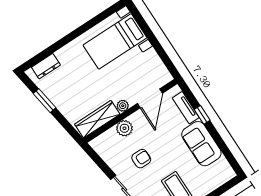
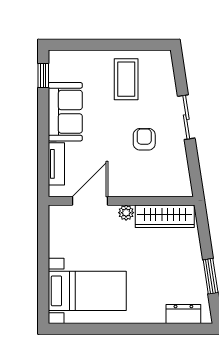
window: (202, 115) -> (43, 75), moved
plant: (124, 128) -> (141, 186), removed
armchair: (141, 159) -> (144, 139), turned 90

